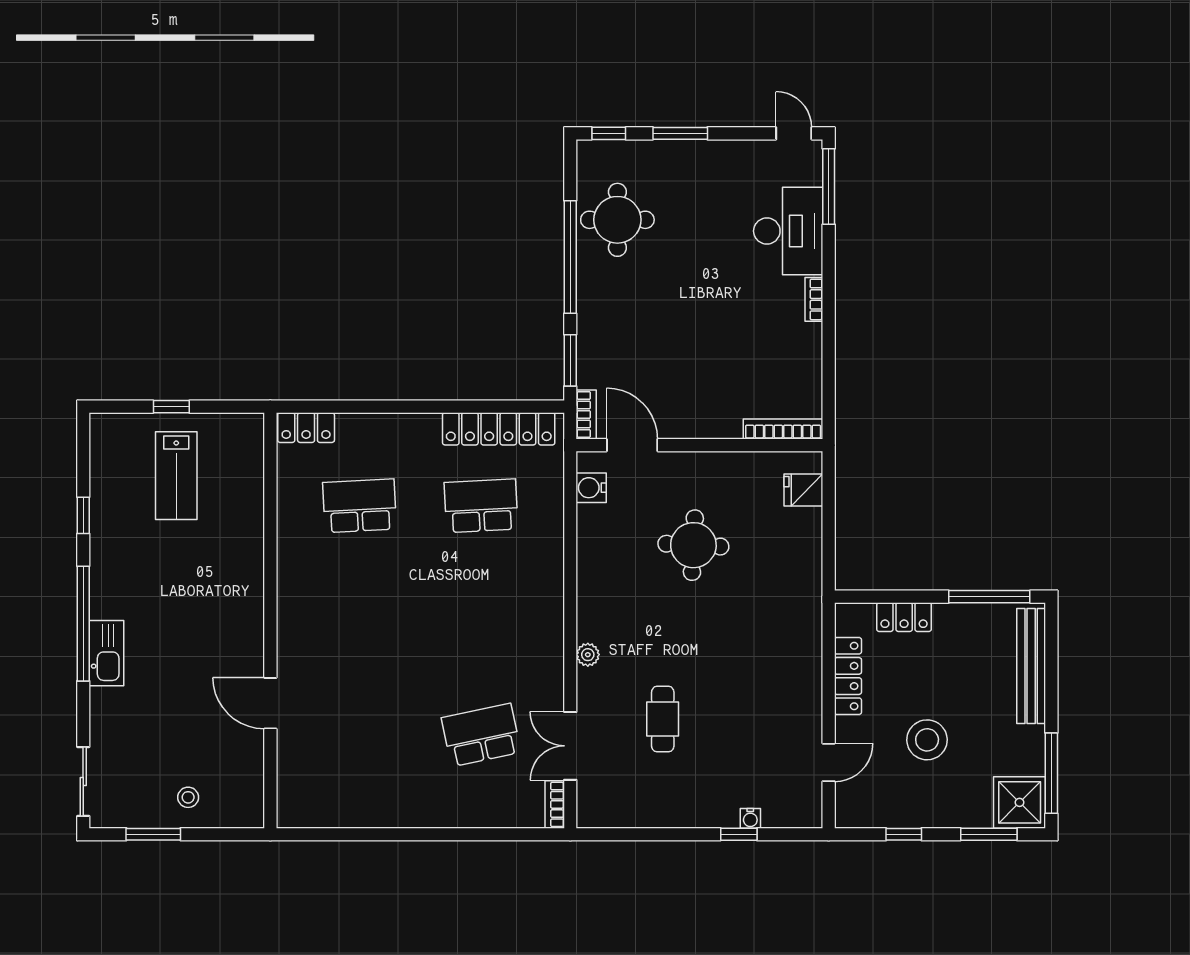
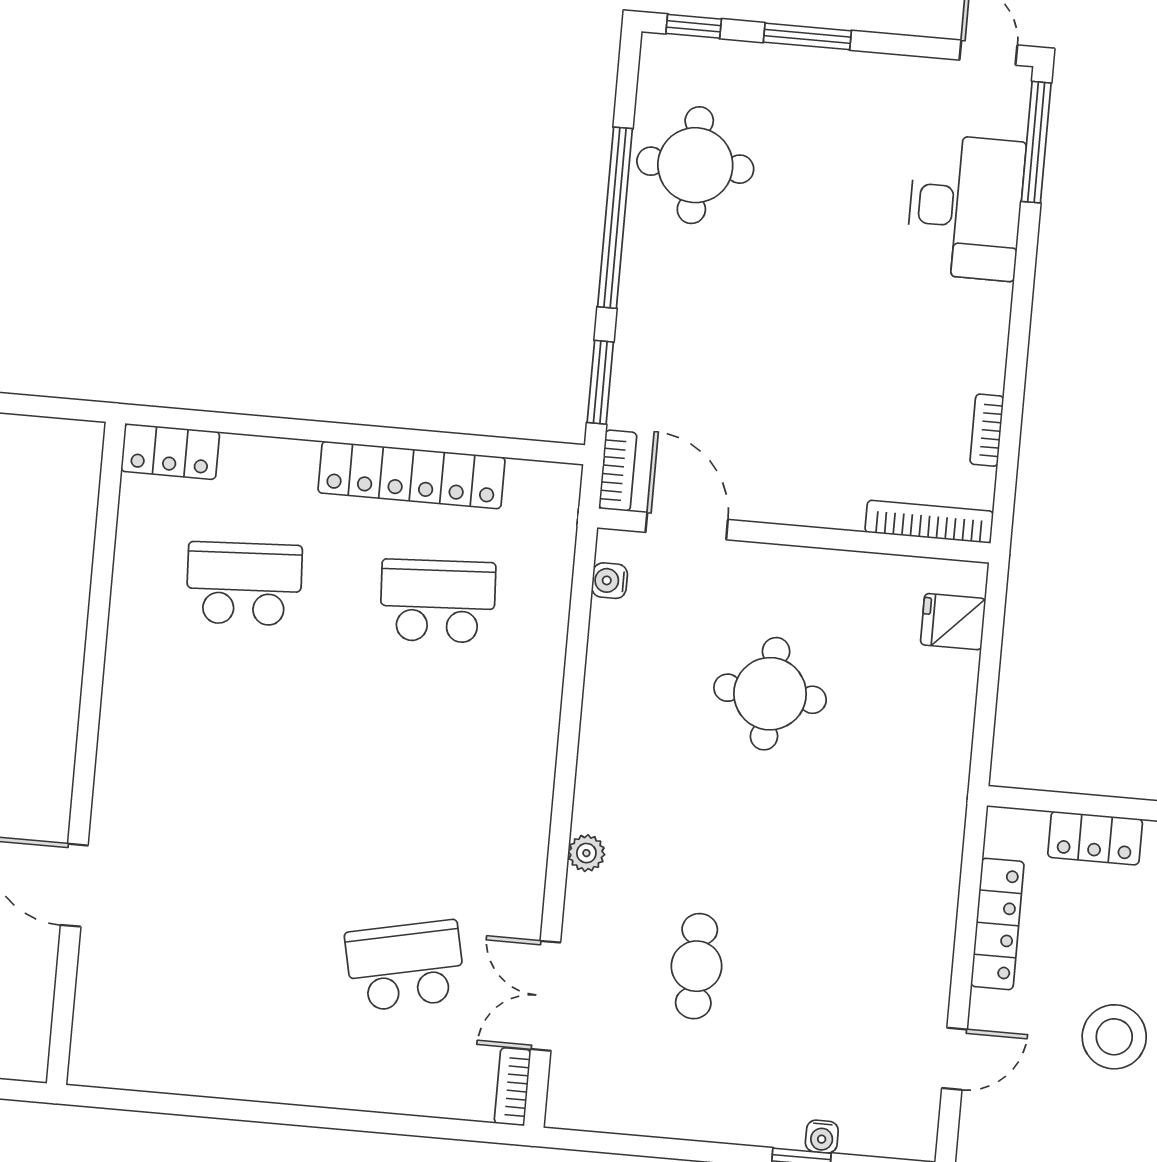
bookcase: (814, 299) -> (987, 430), moved
locker: (499, 429) -> (411, 475), moved
water cooler: (591, 488) -> (609, 581), width x0.72, depth x0.72

